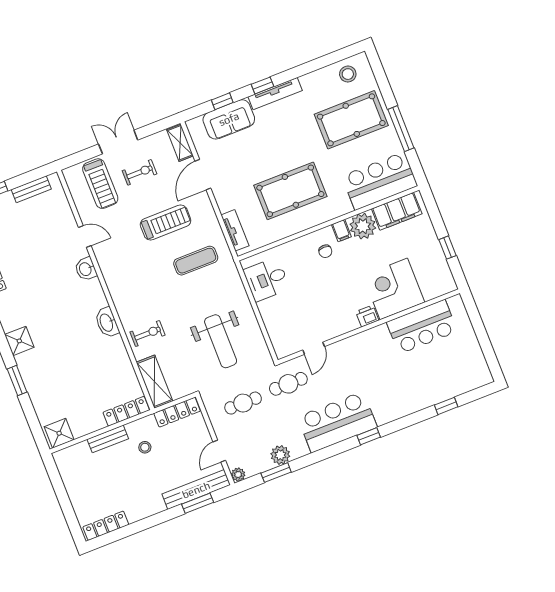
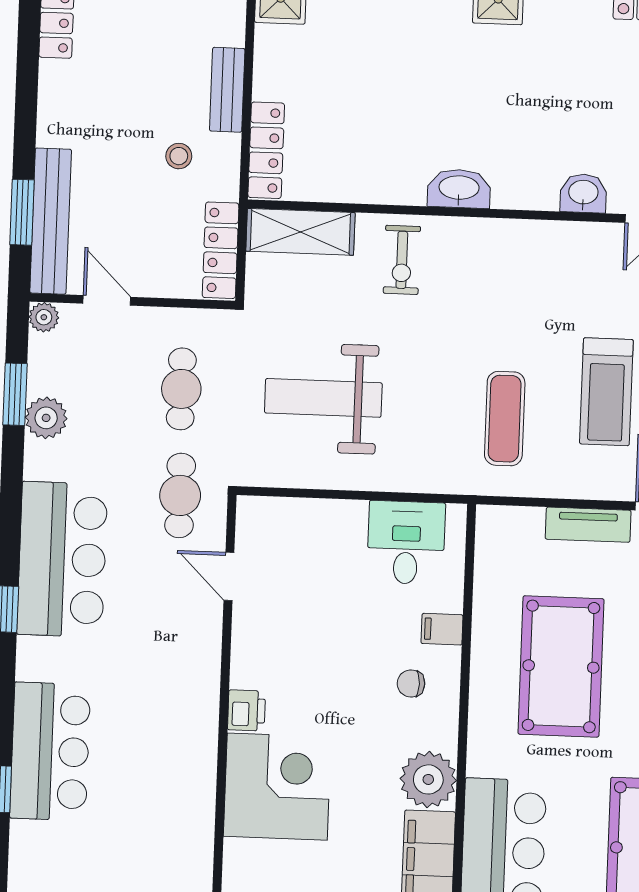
tv unit: (235, 230) -> (588, 525), moved
filing cabinet: (341, 231) -> (442, 629), moved
bar counter: (422, 327) -> (50, 751), moved, turned 180

